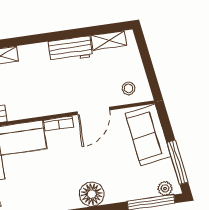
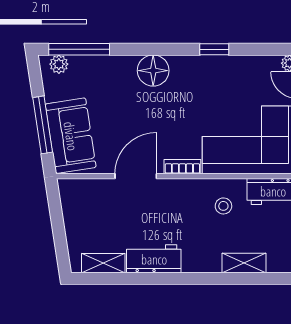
stool: (129, 88) -> (223, 206), moved
window: (177, 162) -> (43, 125), moved

